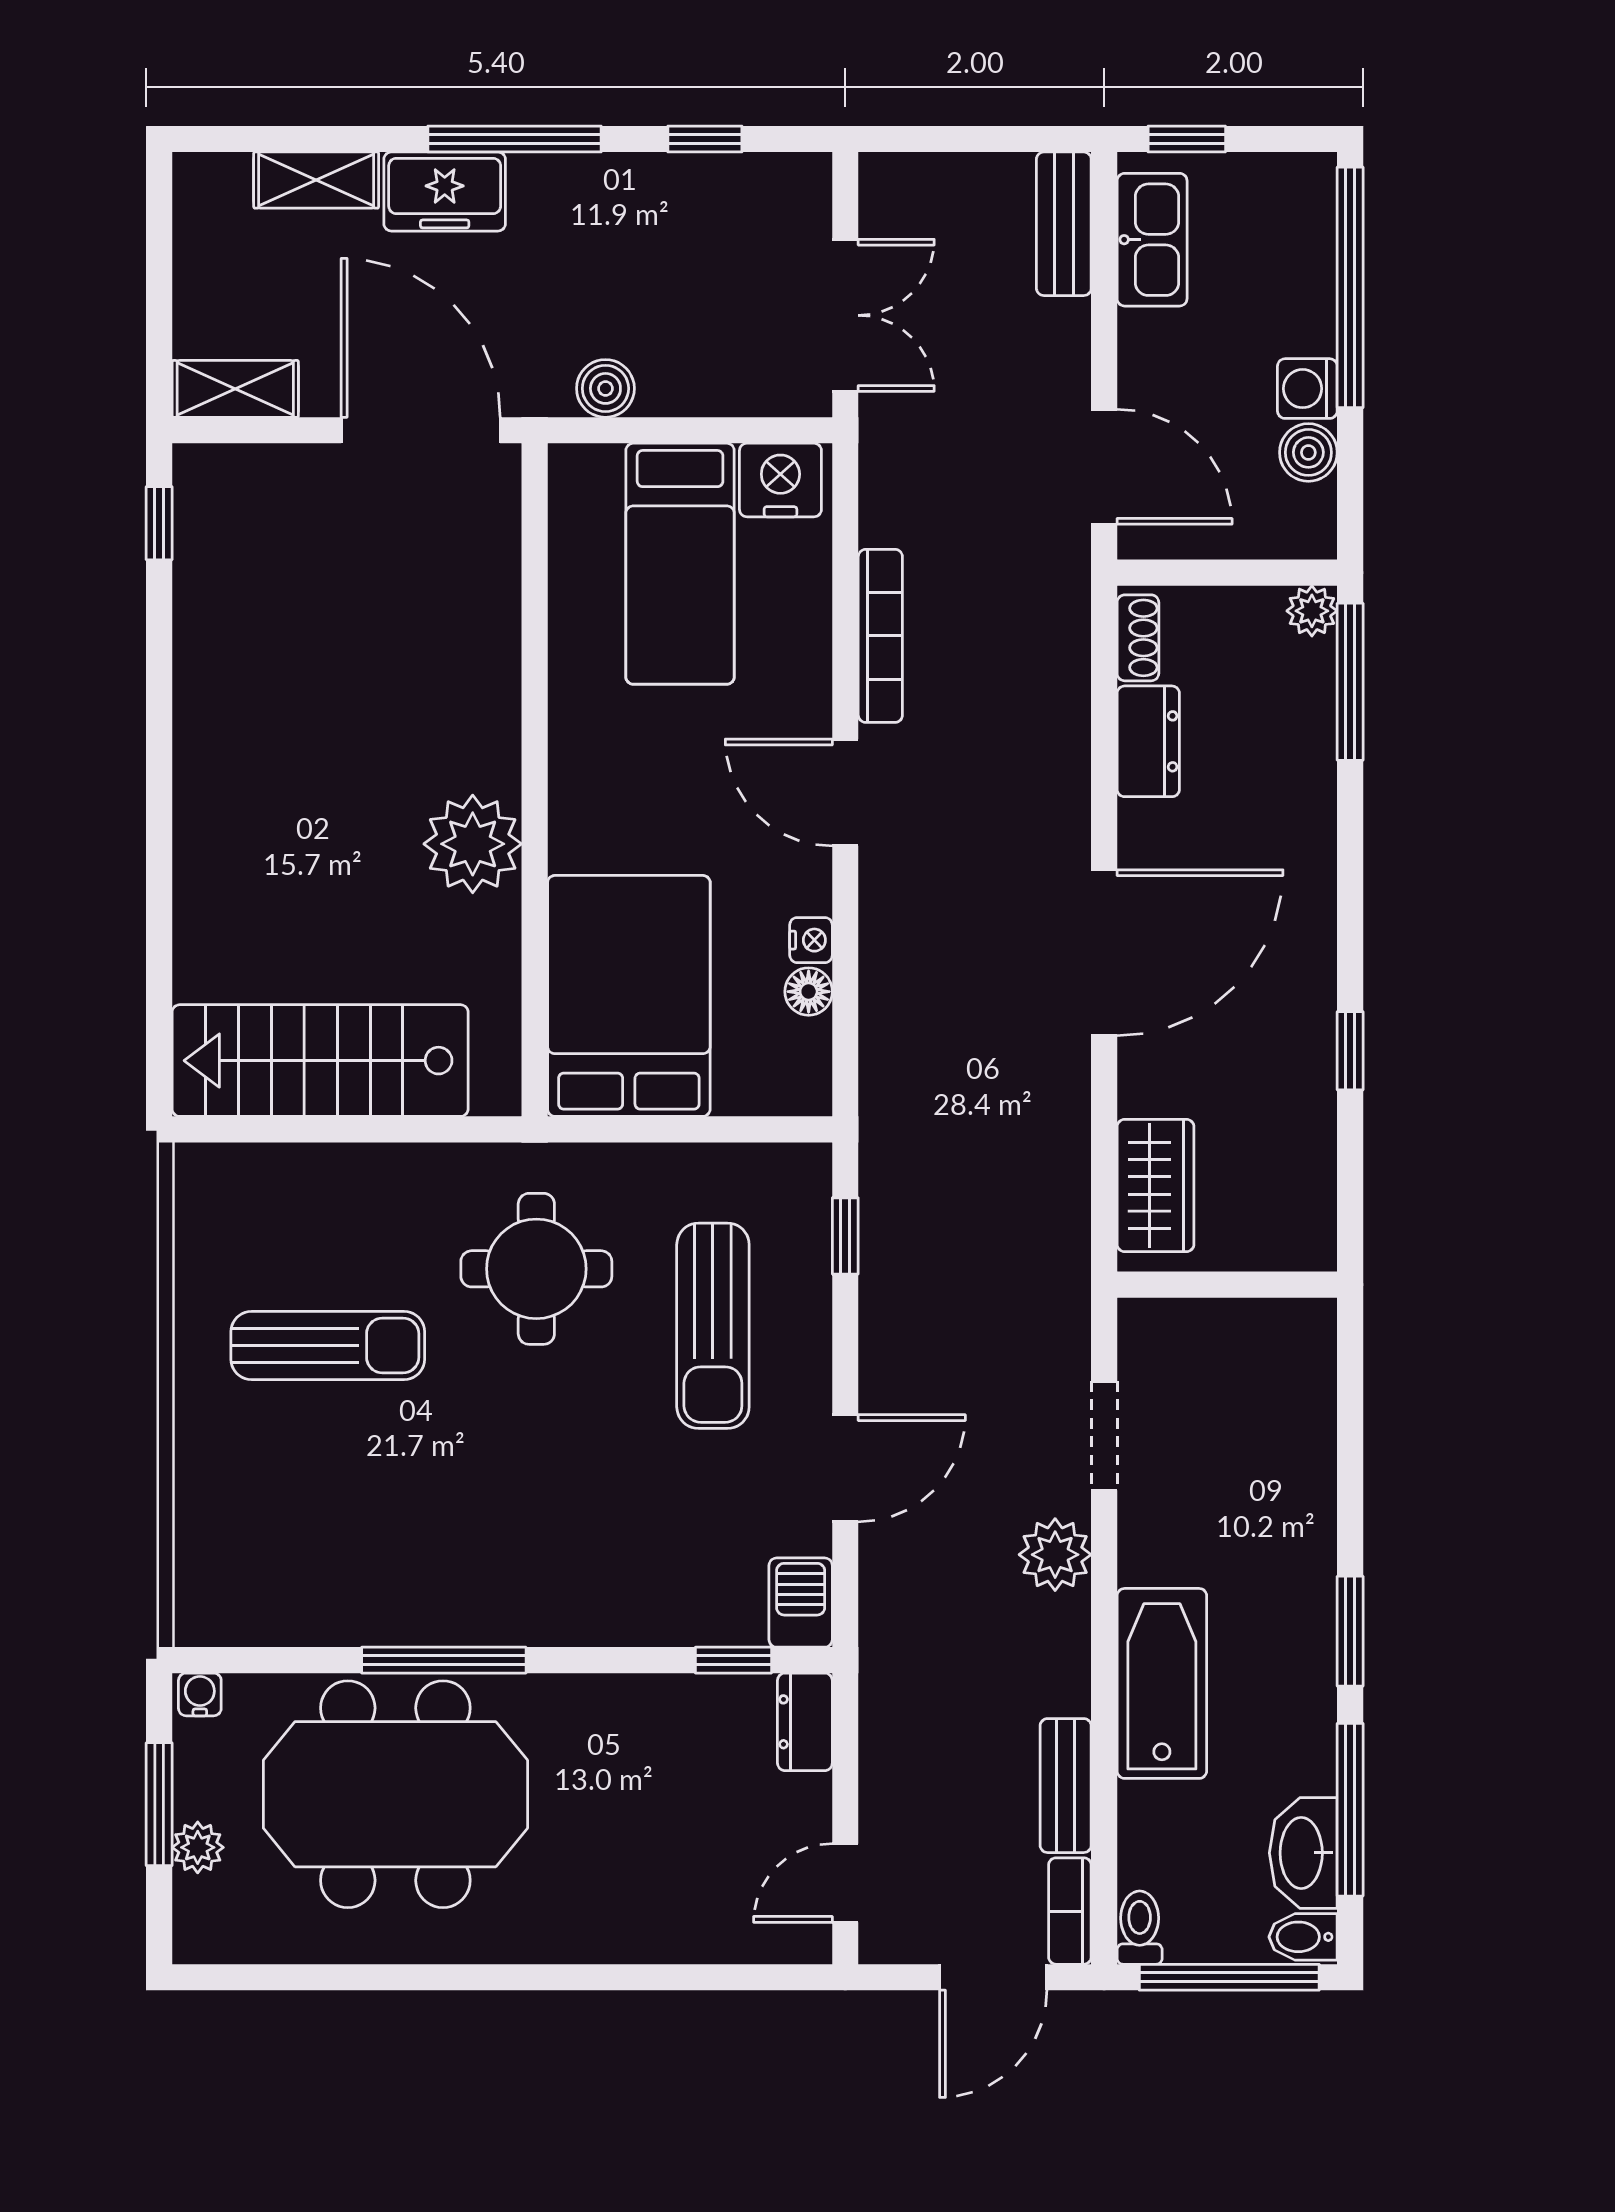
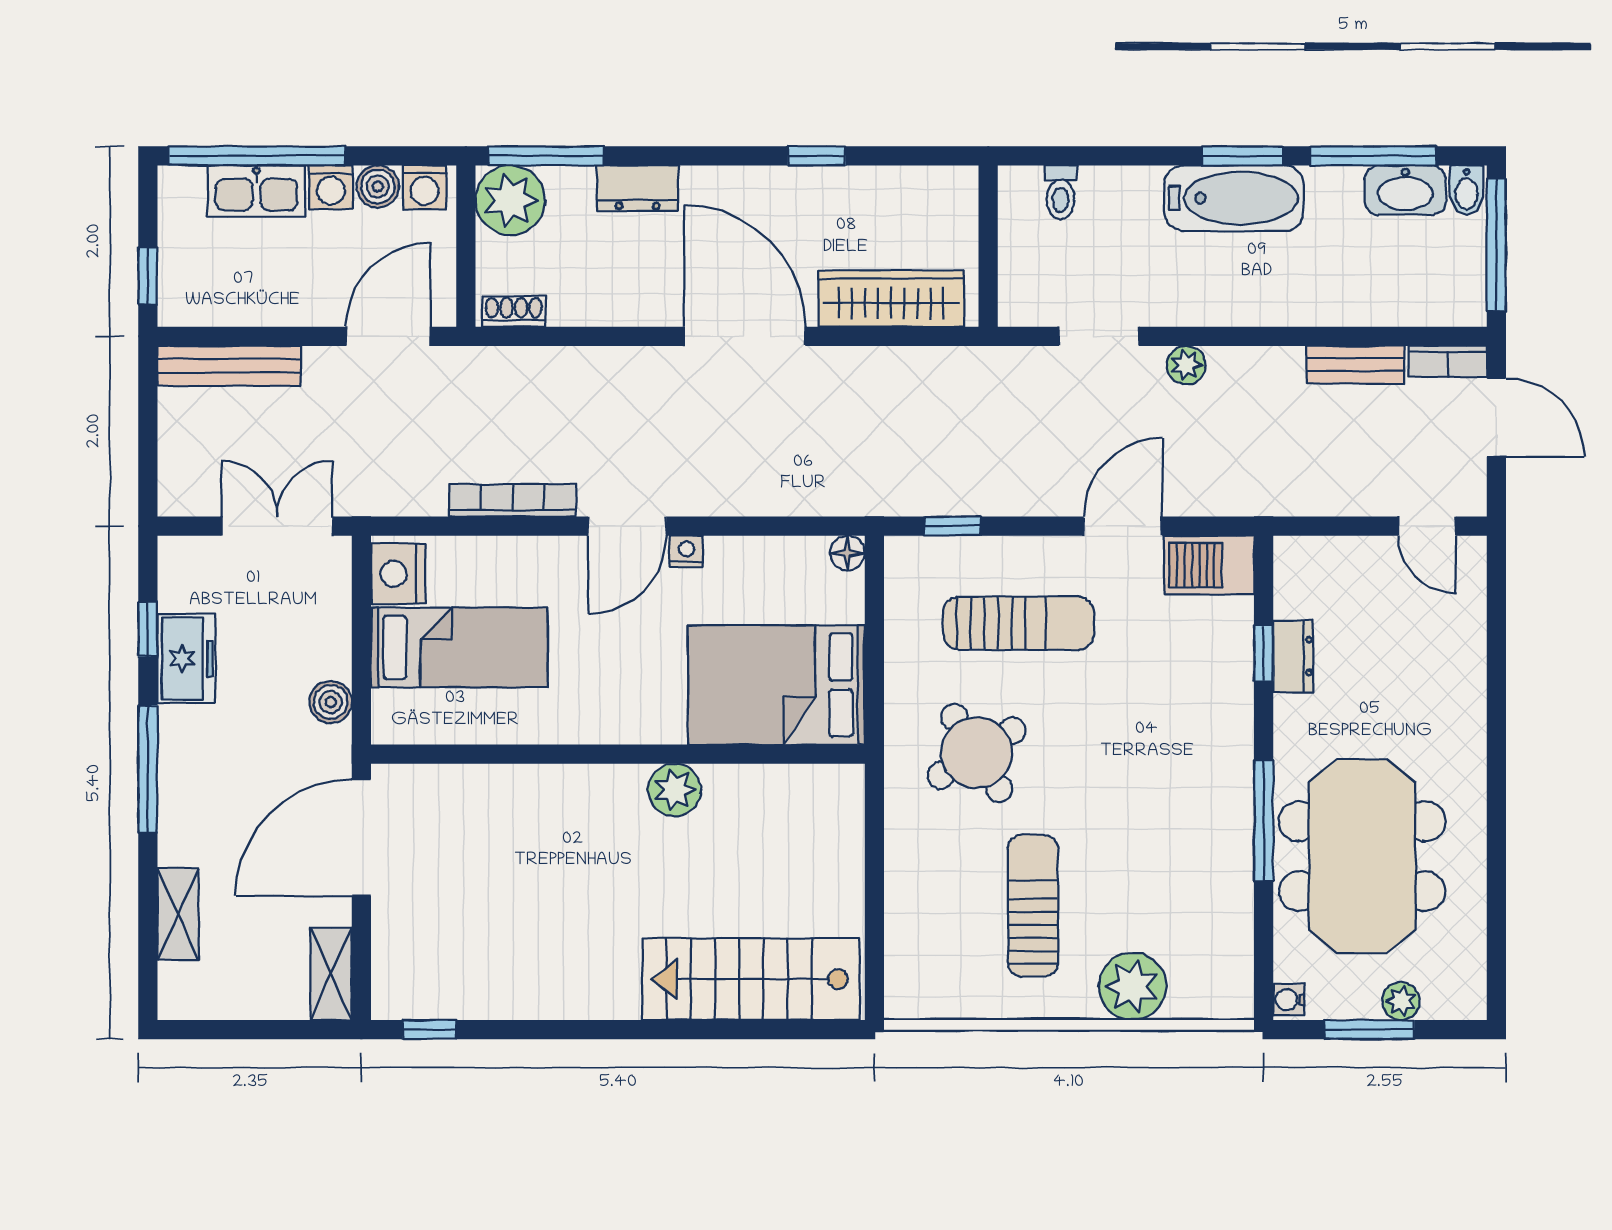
freezer: (445, 192) -> (186, 658), moved
bench: (1064, 224) -> (229, 366), width x1.36
kitchen sink: (1152, 240) -> (256, 191), moved, turned 180
washing machine: (1307, 516) -> (425, 187), added
plant: (1312, 611) -> (510, 200), width x1.88, depth x1.88
dresser: (1148, 741) -> (638, 188), moved, turned 180
plant: (473, 844) -> (674, 790), width x0.73, depth x0.73
nightstand: (811, 940) -> (687, 551), moved
floor lamp: (809, 992) -> (847, 553), moved
stairs: (320, 1061) -> (751, 979), moved, turned 90
wardrobe: (1155, 1185) -> (891, 299), width x1.50
round table: (536, 1269) -> (977, 753), turned -32
door: (845, 1468) -> (1123, 526), hinge flipped
plant: (218, 1481) -> (1132, 986), added
plant: (1055, 1555) -> (1186, 365), width x0.73, depth x0.73
barbecue: (801, 1603) -> (1209, 565), width x1.38, depth x1.27
window: (733, 1660) -> (1264, 653), moved
bathtub: (1162, 1683) -> (1234, 198), moved, turned 180
dresser: (805, 1722) -> (1293, 656), moved, turned -90
toilet: (1140, 1928) -> (1061, 192), moved, turned -90

